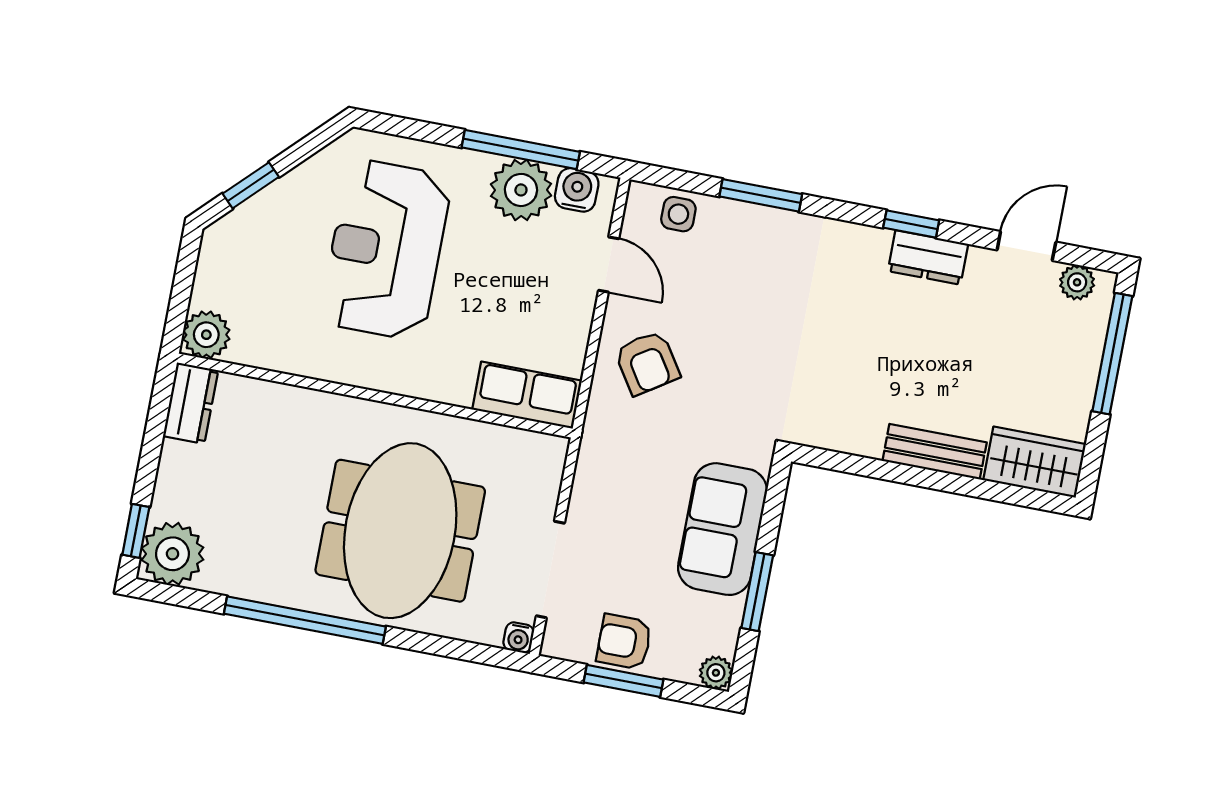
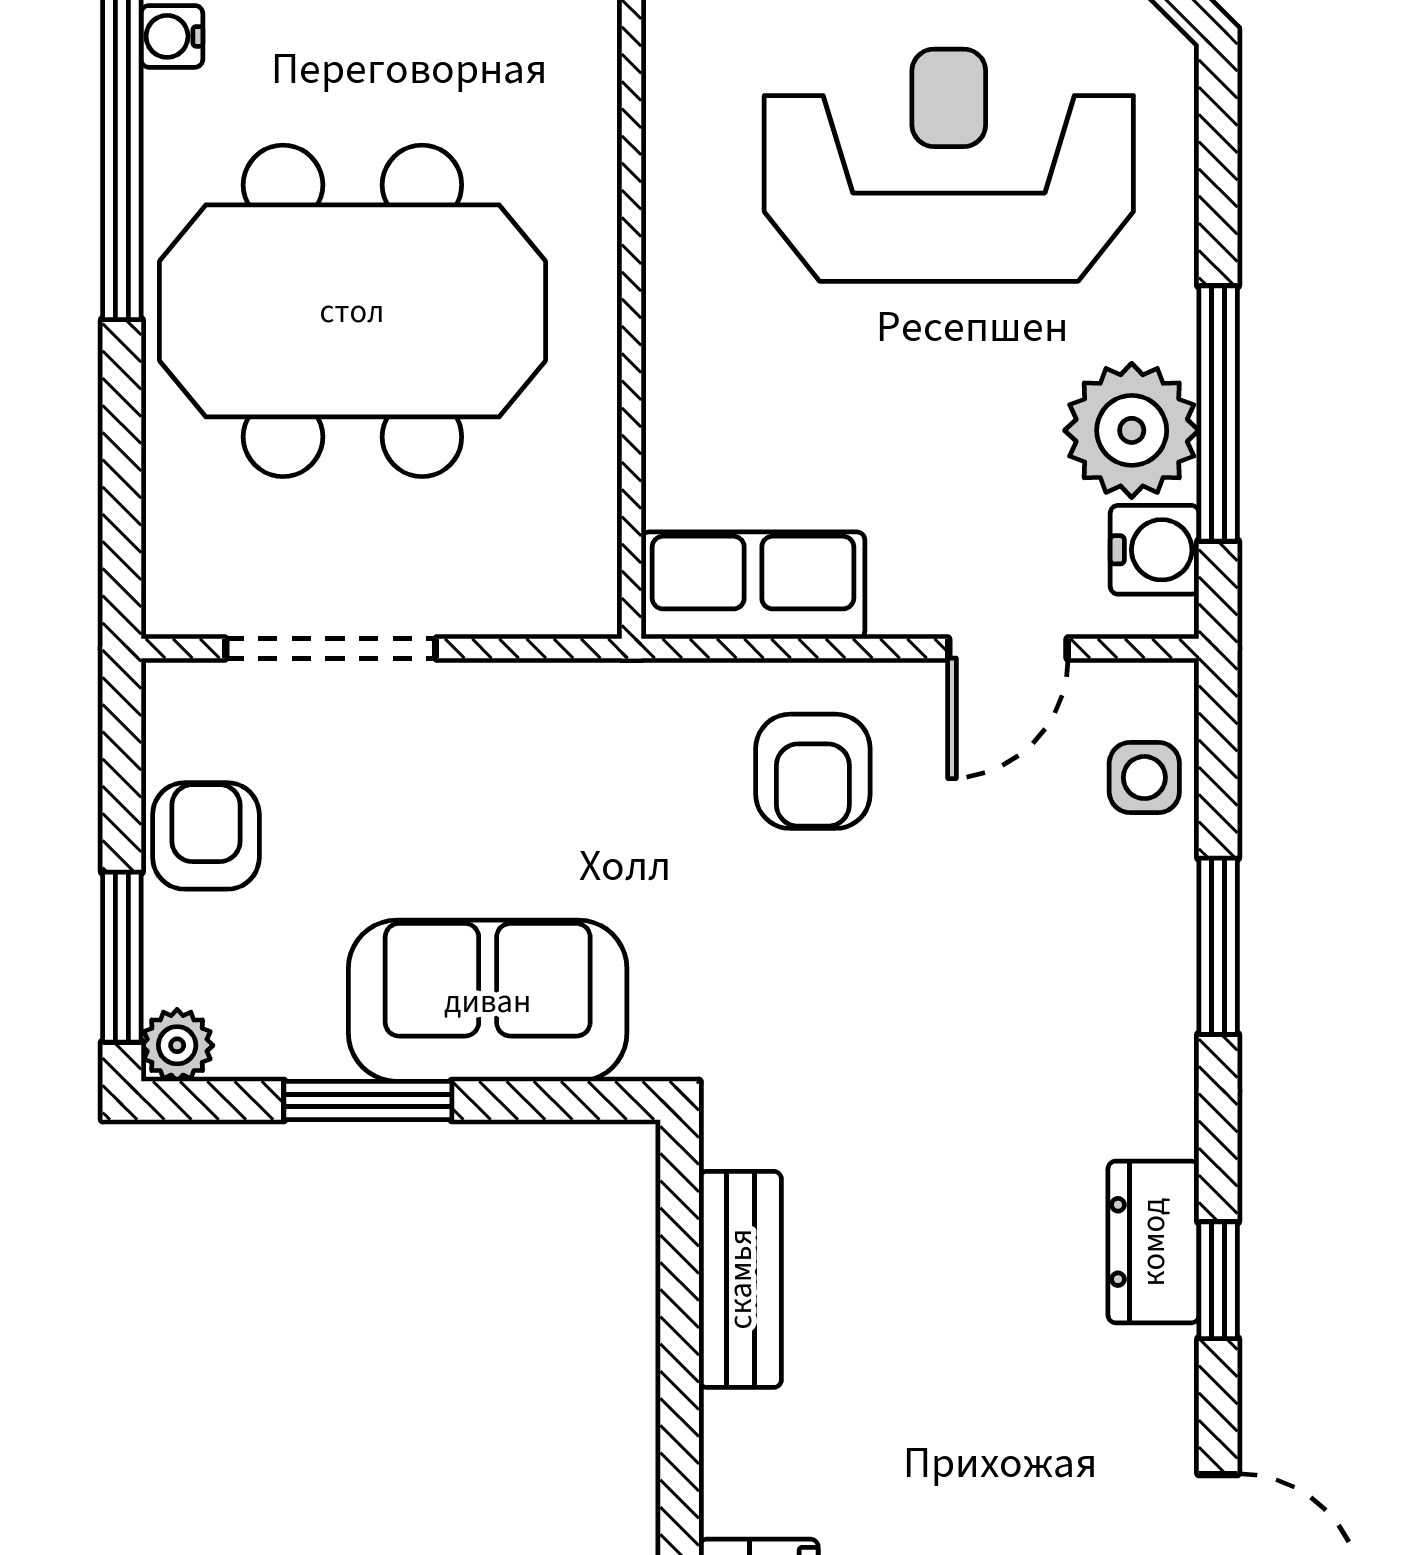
dresser: (928, 257) -> (1153, 1242), moved
armchair: (647, 363) -> (813, 771), turned -57
row of seats: (527, 395) -> (753, 585), moved, turned -90
bench: (935, 452) -> (740, 1279), moved
water cooler: (519, 638) -> (172, 36), moved
window: (623, 681) -> (122, 957), moved

